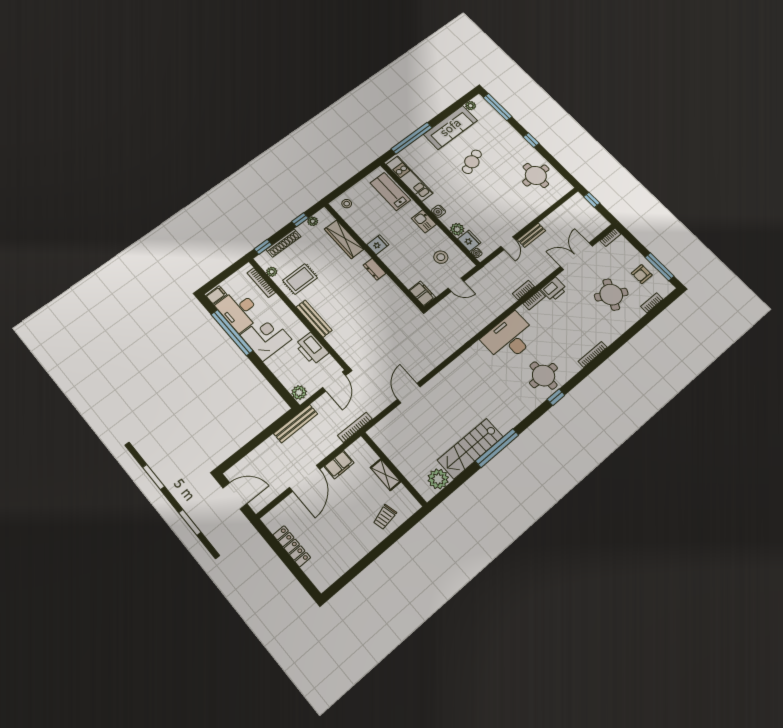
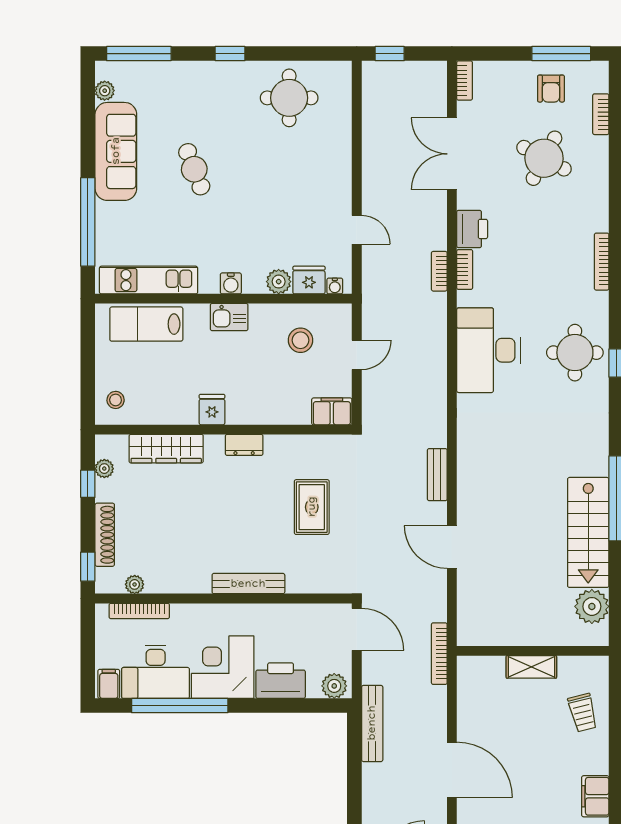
bench: (532, 235) -> (437, 475), moved
rug: (300, 279) -> (312, 507), moved
printer: (312, 349) -> (281, 681), moved, turned 180
filing cabinet: (339, 465) -> (595, 796), moved, turned 180

